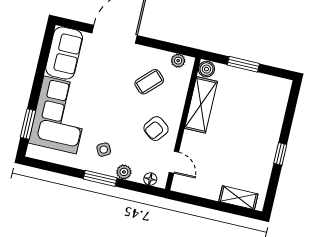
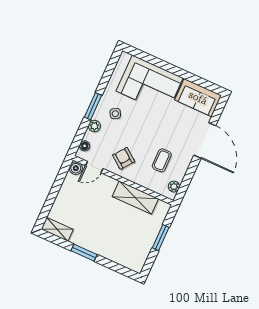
boiler: (206, 69) -> (76, 168), moved
coffee table: (149, 82) -> (162, 160), turned 45
window: (28, 124) -> (147, 58), removed
window: (280, 154) -> (84, 253), width x1.50
shelving: (238, 198) -> (57, 229), moved, turned 90

